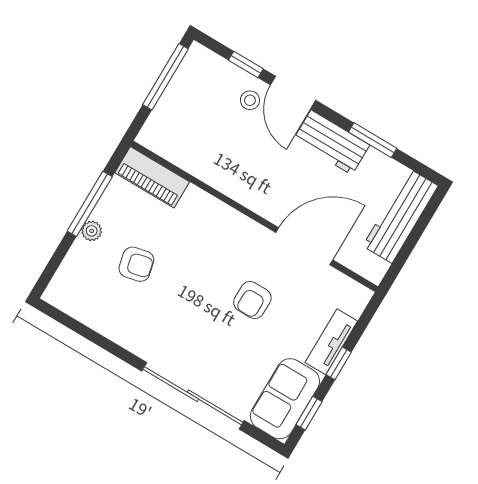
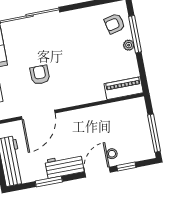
door: (293, 93) -> (98, 172), hinge flipped
window: (90, 204) -> (135, 34), moved
armchair: (136, 264) -> (115, 24), moved

